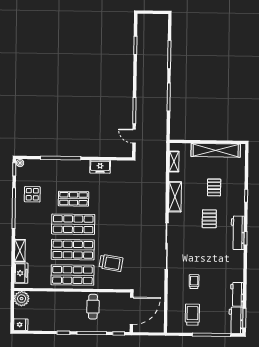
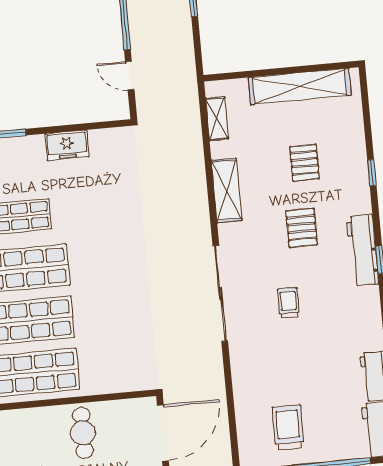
trolley: (111, 263) -> (110, 340), removed
trolley: (194, 282) -> (288, 303), moved

